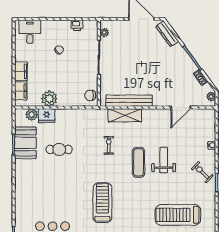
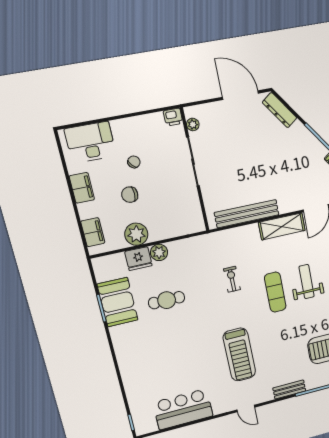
printer: (77, 25) -> (173, 117), moved
desk: (30, 32) -> (90, 142), width x1.37
filing cabinet: (21, 71) -> (82, 188), moved
chair: (90, 95) -> (130, 195), moved
plant: (32, 115) -> (159, 252), moved
shelving: (125, 115) -> (282, 226), moved
treadmill: (102, 203) -> (239, 355), turned 180

